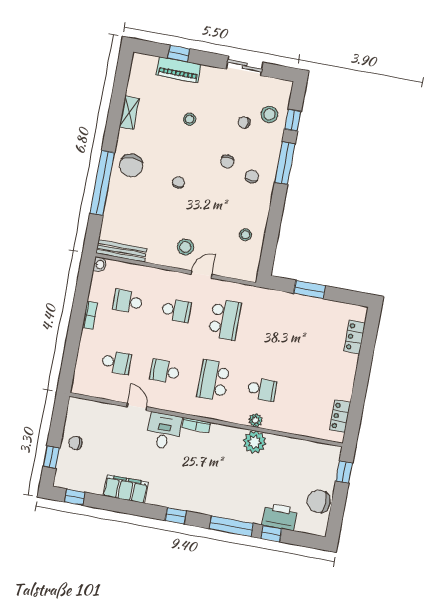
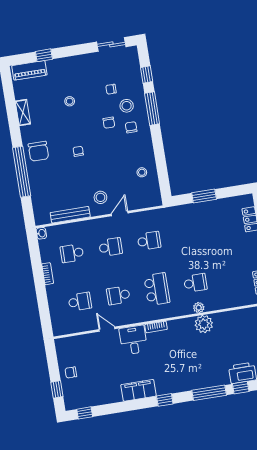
sliding door: (245, 66) -> (111, 44), moved
piano: (179, 70) -> (29, 70), moved
stool: (269, 114) -> (127, 106), moved
bench: (121, 251) -> (70, 215), moved
school desk: (225, 319) -> (149, 241), width x0.54
school desk: (213, 380) -> (157, 289), turned 180
filing cabinet: (126, 489) -> (138, 390), moved

